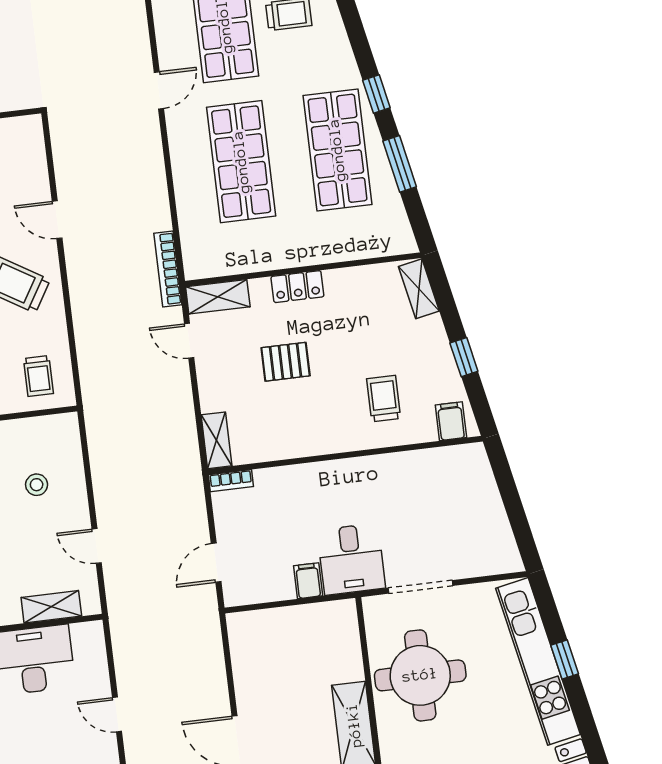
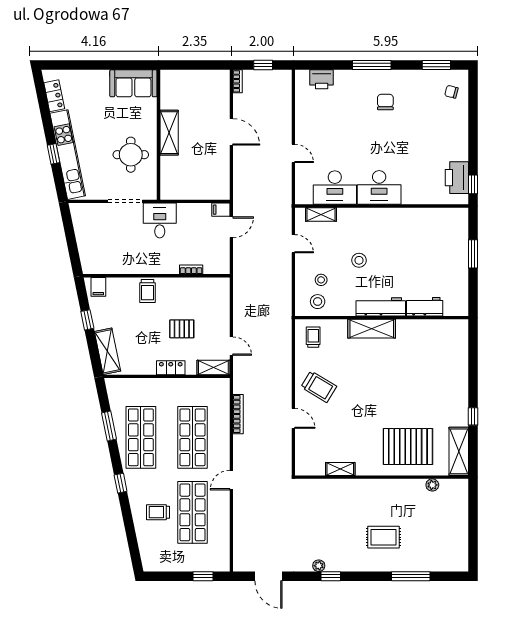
window: (376, 94) -> (121, 483), moved
bookcase: (168, 269) -> (238, 414), moved
shelving: (419, 289) -> (107, 351), width x1.50, depth x1.33
trolley: (384, 399) -> (147, 291), moved
shelving: (217, 440) -> (223, 292), removed
stool: (38, 443) -> (318, 302), added
bookcase: (231, 481) -> (191, 270), moved
filing cabinet: (308, 581) -> (221, 210), moved, turned 90
round table: (420, 675) -> (131, 155), width x0.73, depth x0.73

